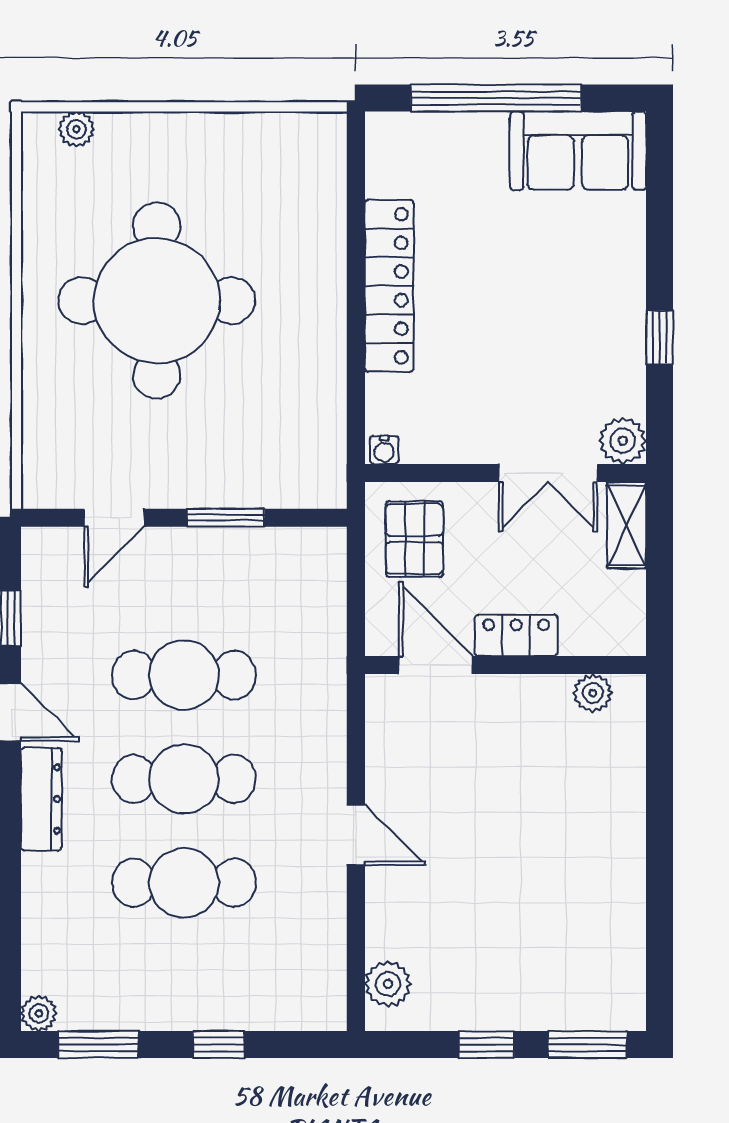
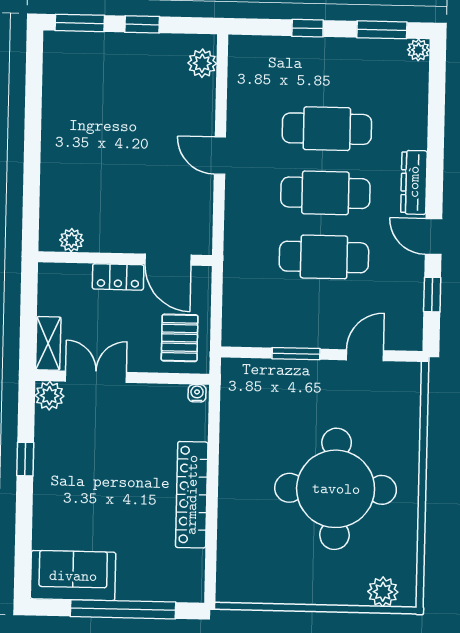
plant: (76, 129) -> (383, 592), width x1.38, depth x1.38

